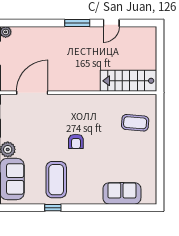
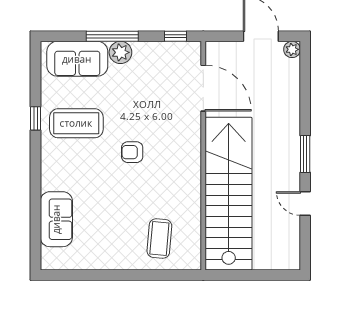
stairs: (129, 81) -> (229, 194), width x1.86, depth x1.51

